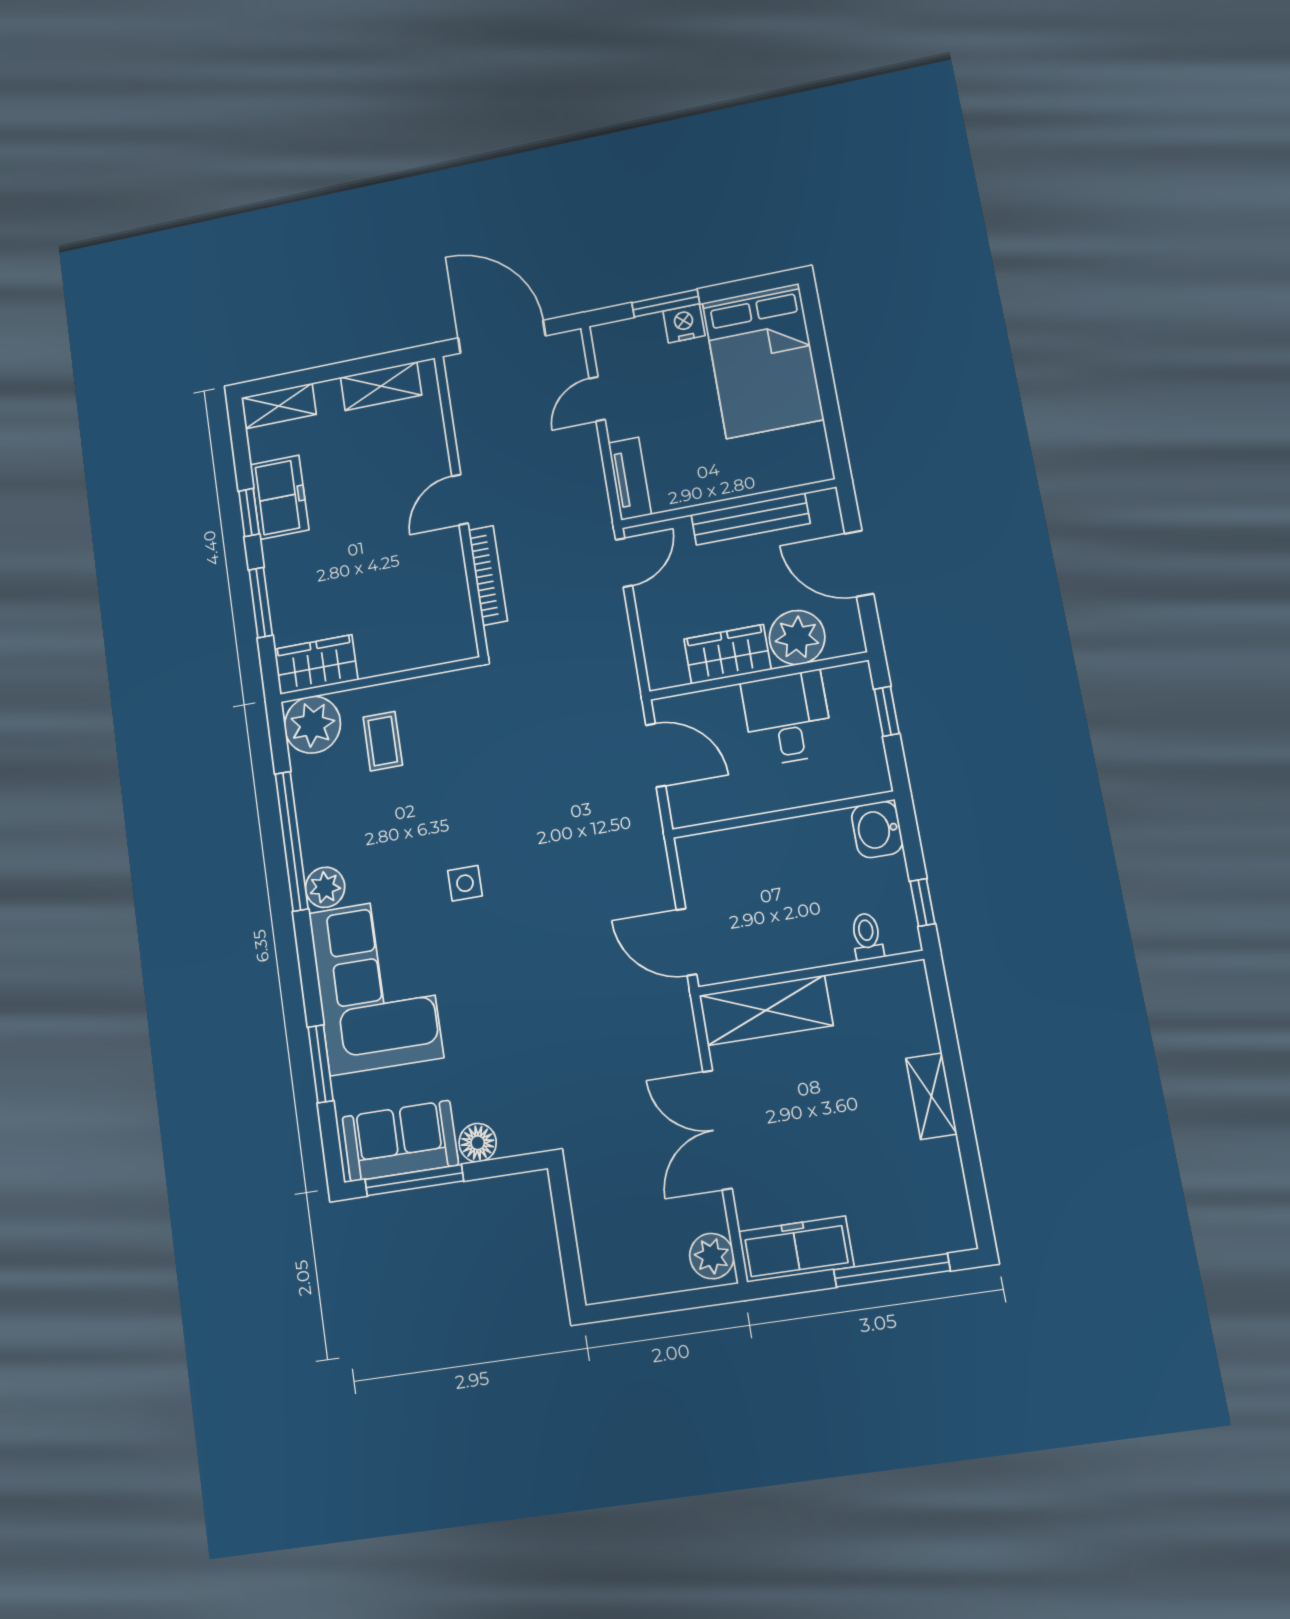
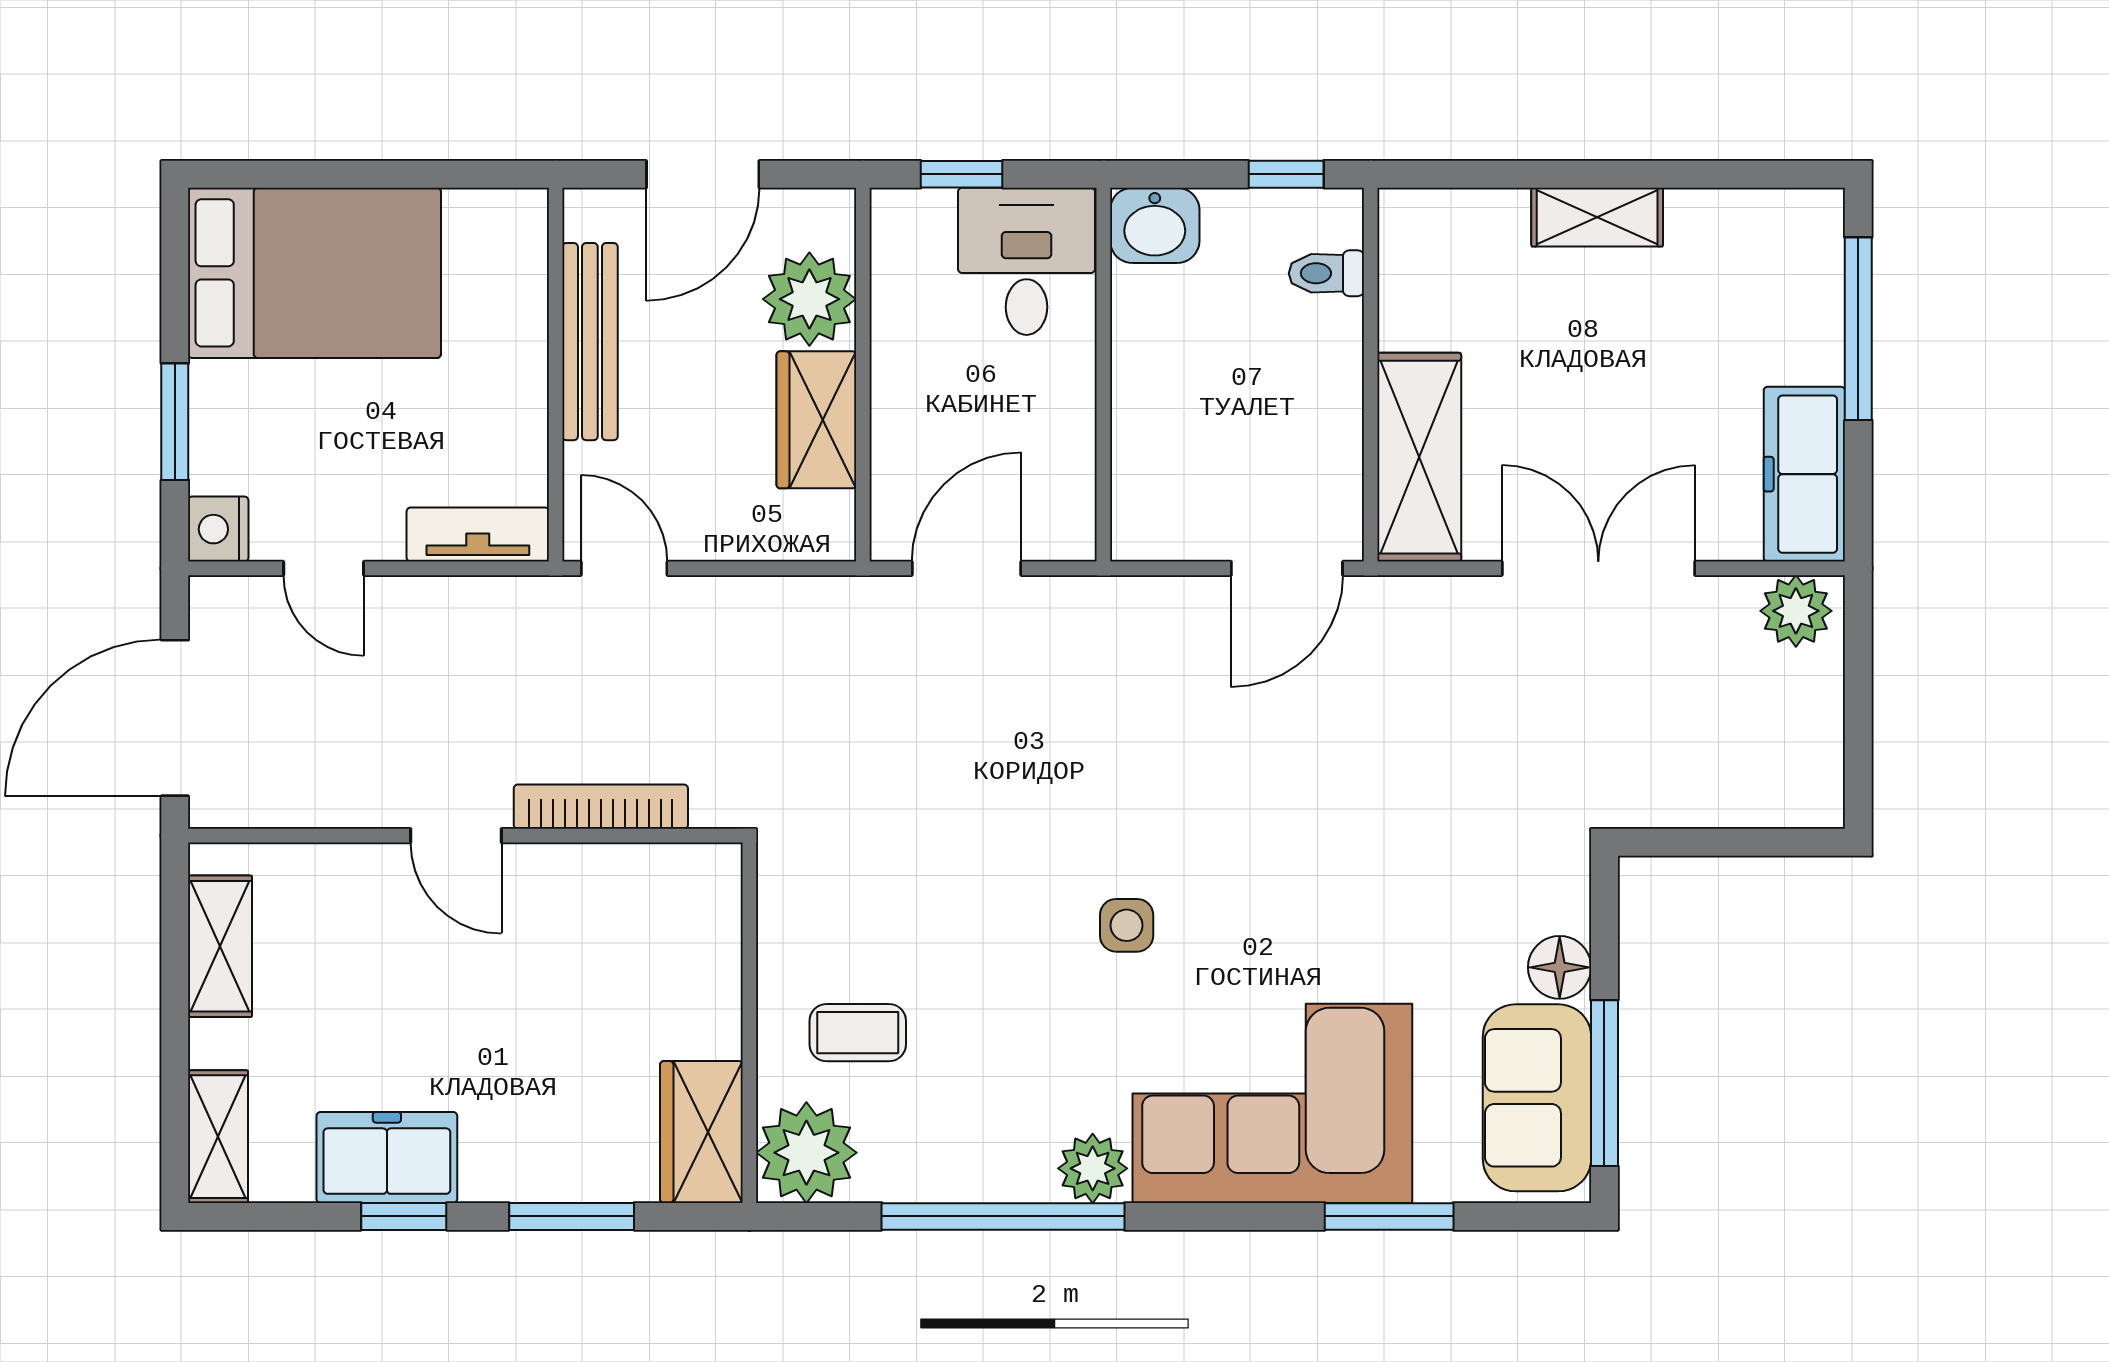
nightstand: (684, 323) -> (218, 529), moved
desk: (787, 718) -> (1027, 261), moved, turned 90
double door: (717, 1130) -> (1598, 568), swing flipped

